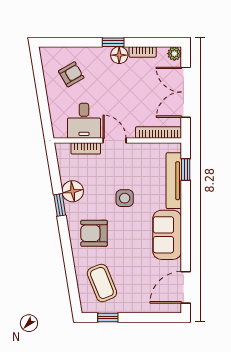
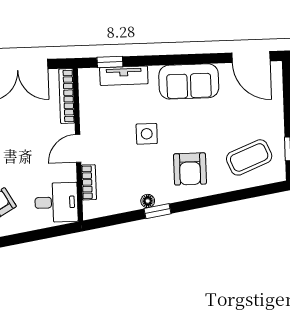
desk: (84, 121) -> (56, 202), moved
tv unit: (174, 181) -> (124, 76), width x0.71
floor lamp: (73, 191) -> (148, 201), width x0.53, depth x0.53

